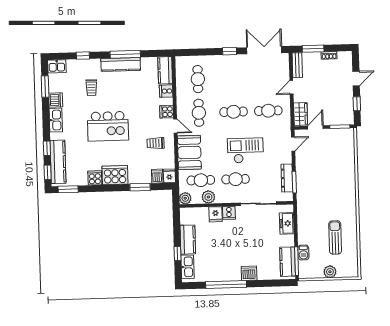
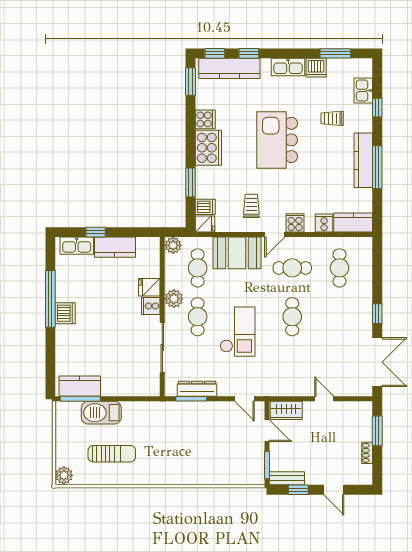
bench: (297, 65) -> (287, 478), moved
kitchen sink: (57, 66) -> (363, 90), moved
cafe table: (198, 79) -> (339, 268), turned 90
cafe table: (268, 111) -> (292, 365), removed
plant: (208, 197) -> (174, 299), moved
freezer: (287, 223) -> (134, 387), removed
barbecue: (303, 253) -> (101, 413), width x1.88, depth x1.53
plant: (330, 272) -> (64, 475), moved
dishwasher: (249, 273) -> (65, 313), moved

